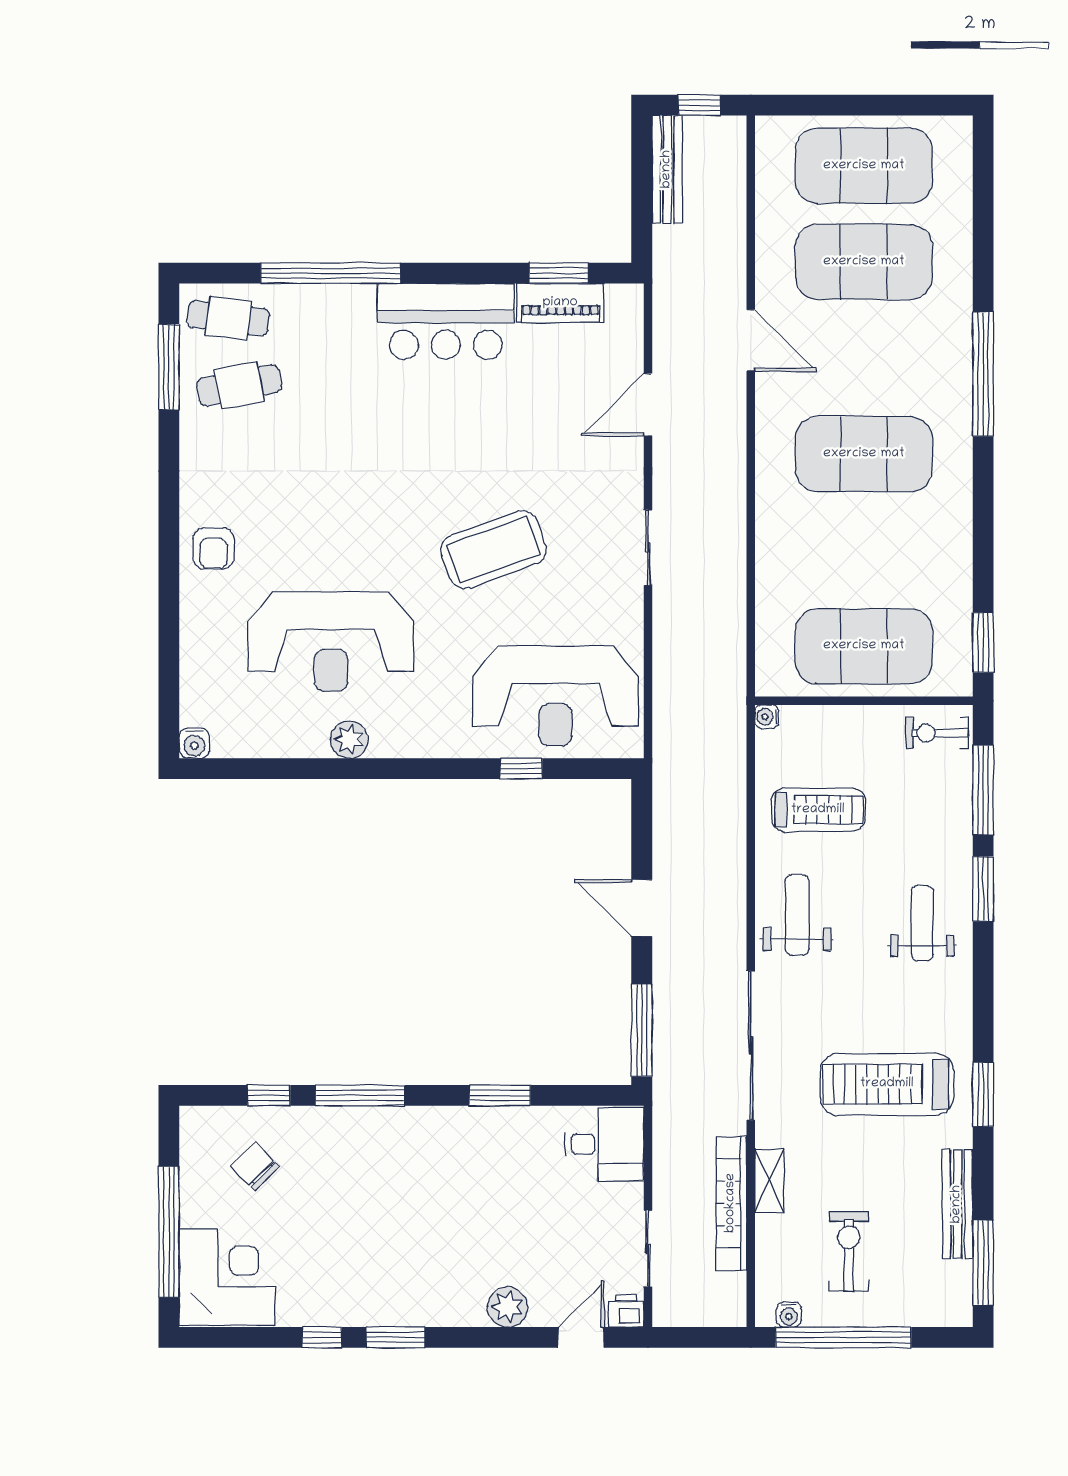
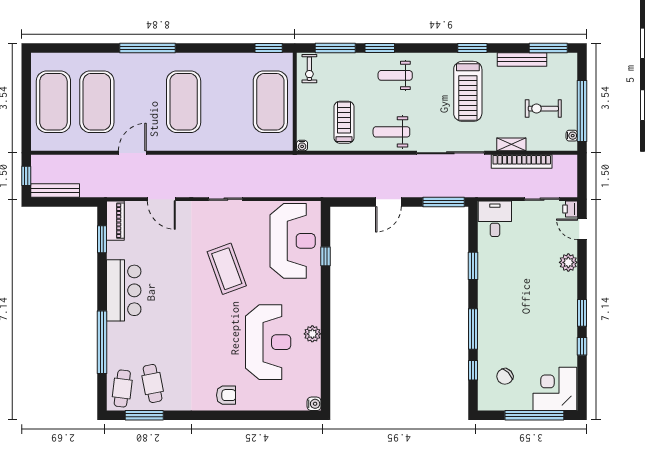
piano: (560, 303) -> (115, 221), moved

